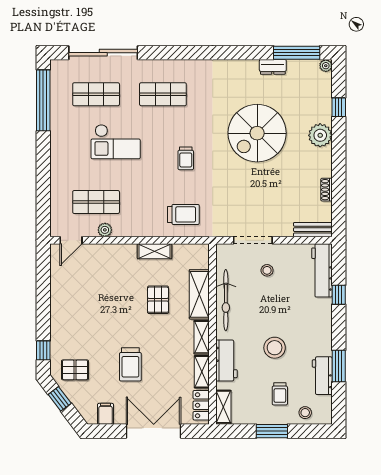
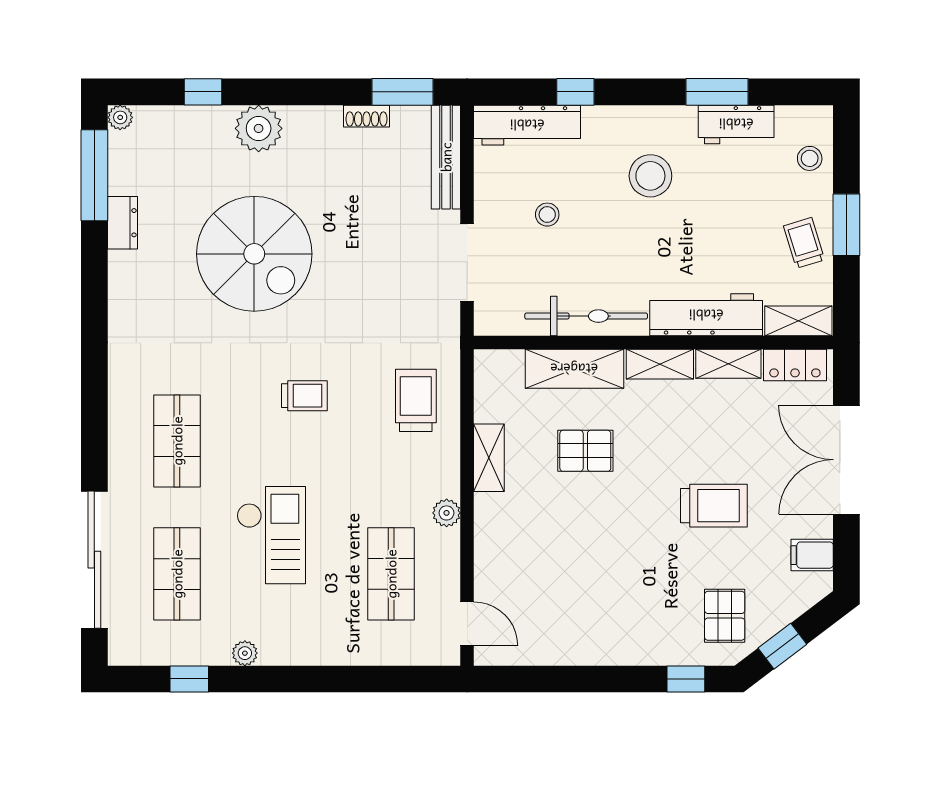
window: (43, 100) -> (189, 679), width x0.32
plant: (56, 128) -> (245, 653), added
window: (339, 208) -> (402, 92), added
plant: (105, 230) -> (447, 513), moved
bench: (313, 230) -> (446, 157), width x1.36
stool: (267, 270) -> (547, 215), moved
stool: (275, 348) -> (650, 176), moved
workbench: (226, 361) -> (706, 315), width x1.38
trolley: (280, 394) -> (804, 243), moved, turned -107

